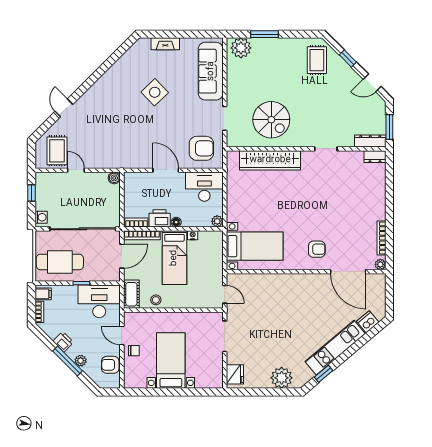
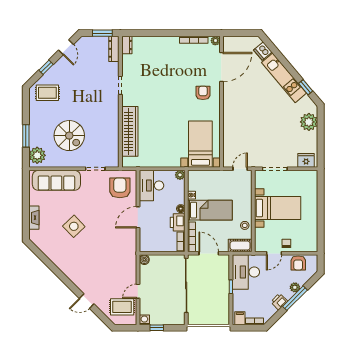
spiral stairs: (271, 120) -> (69, 136), moved, turned 90
washing machine: (41, 217) -> (144, 320), moved
cafe table: (60, 262) -> (213, 304), removed
bed with nightstands: (171, 361) -> (278, 208), moved, turned 180

